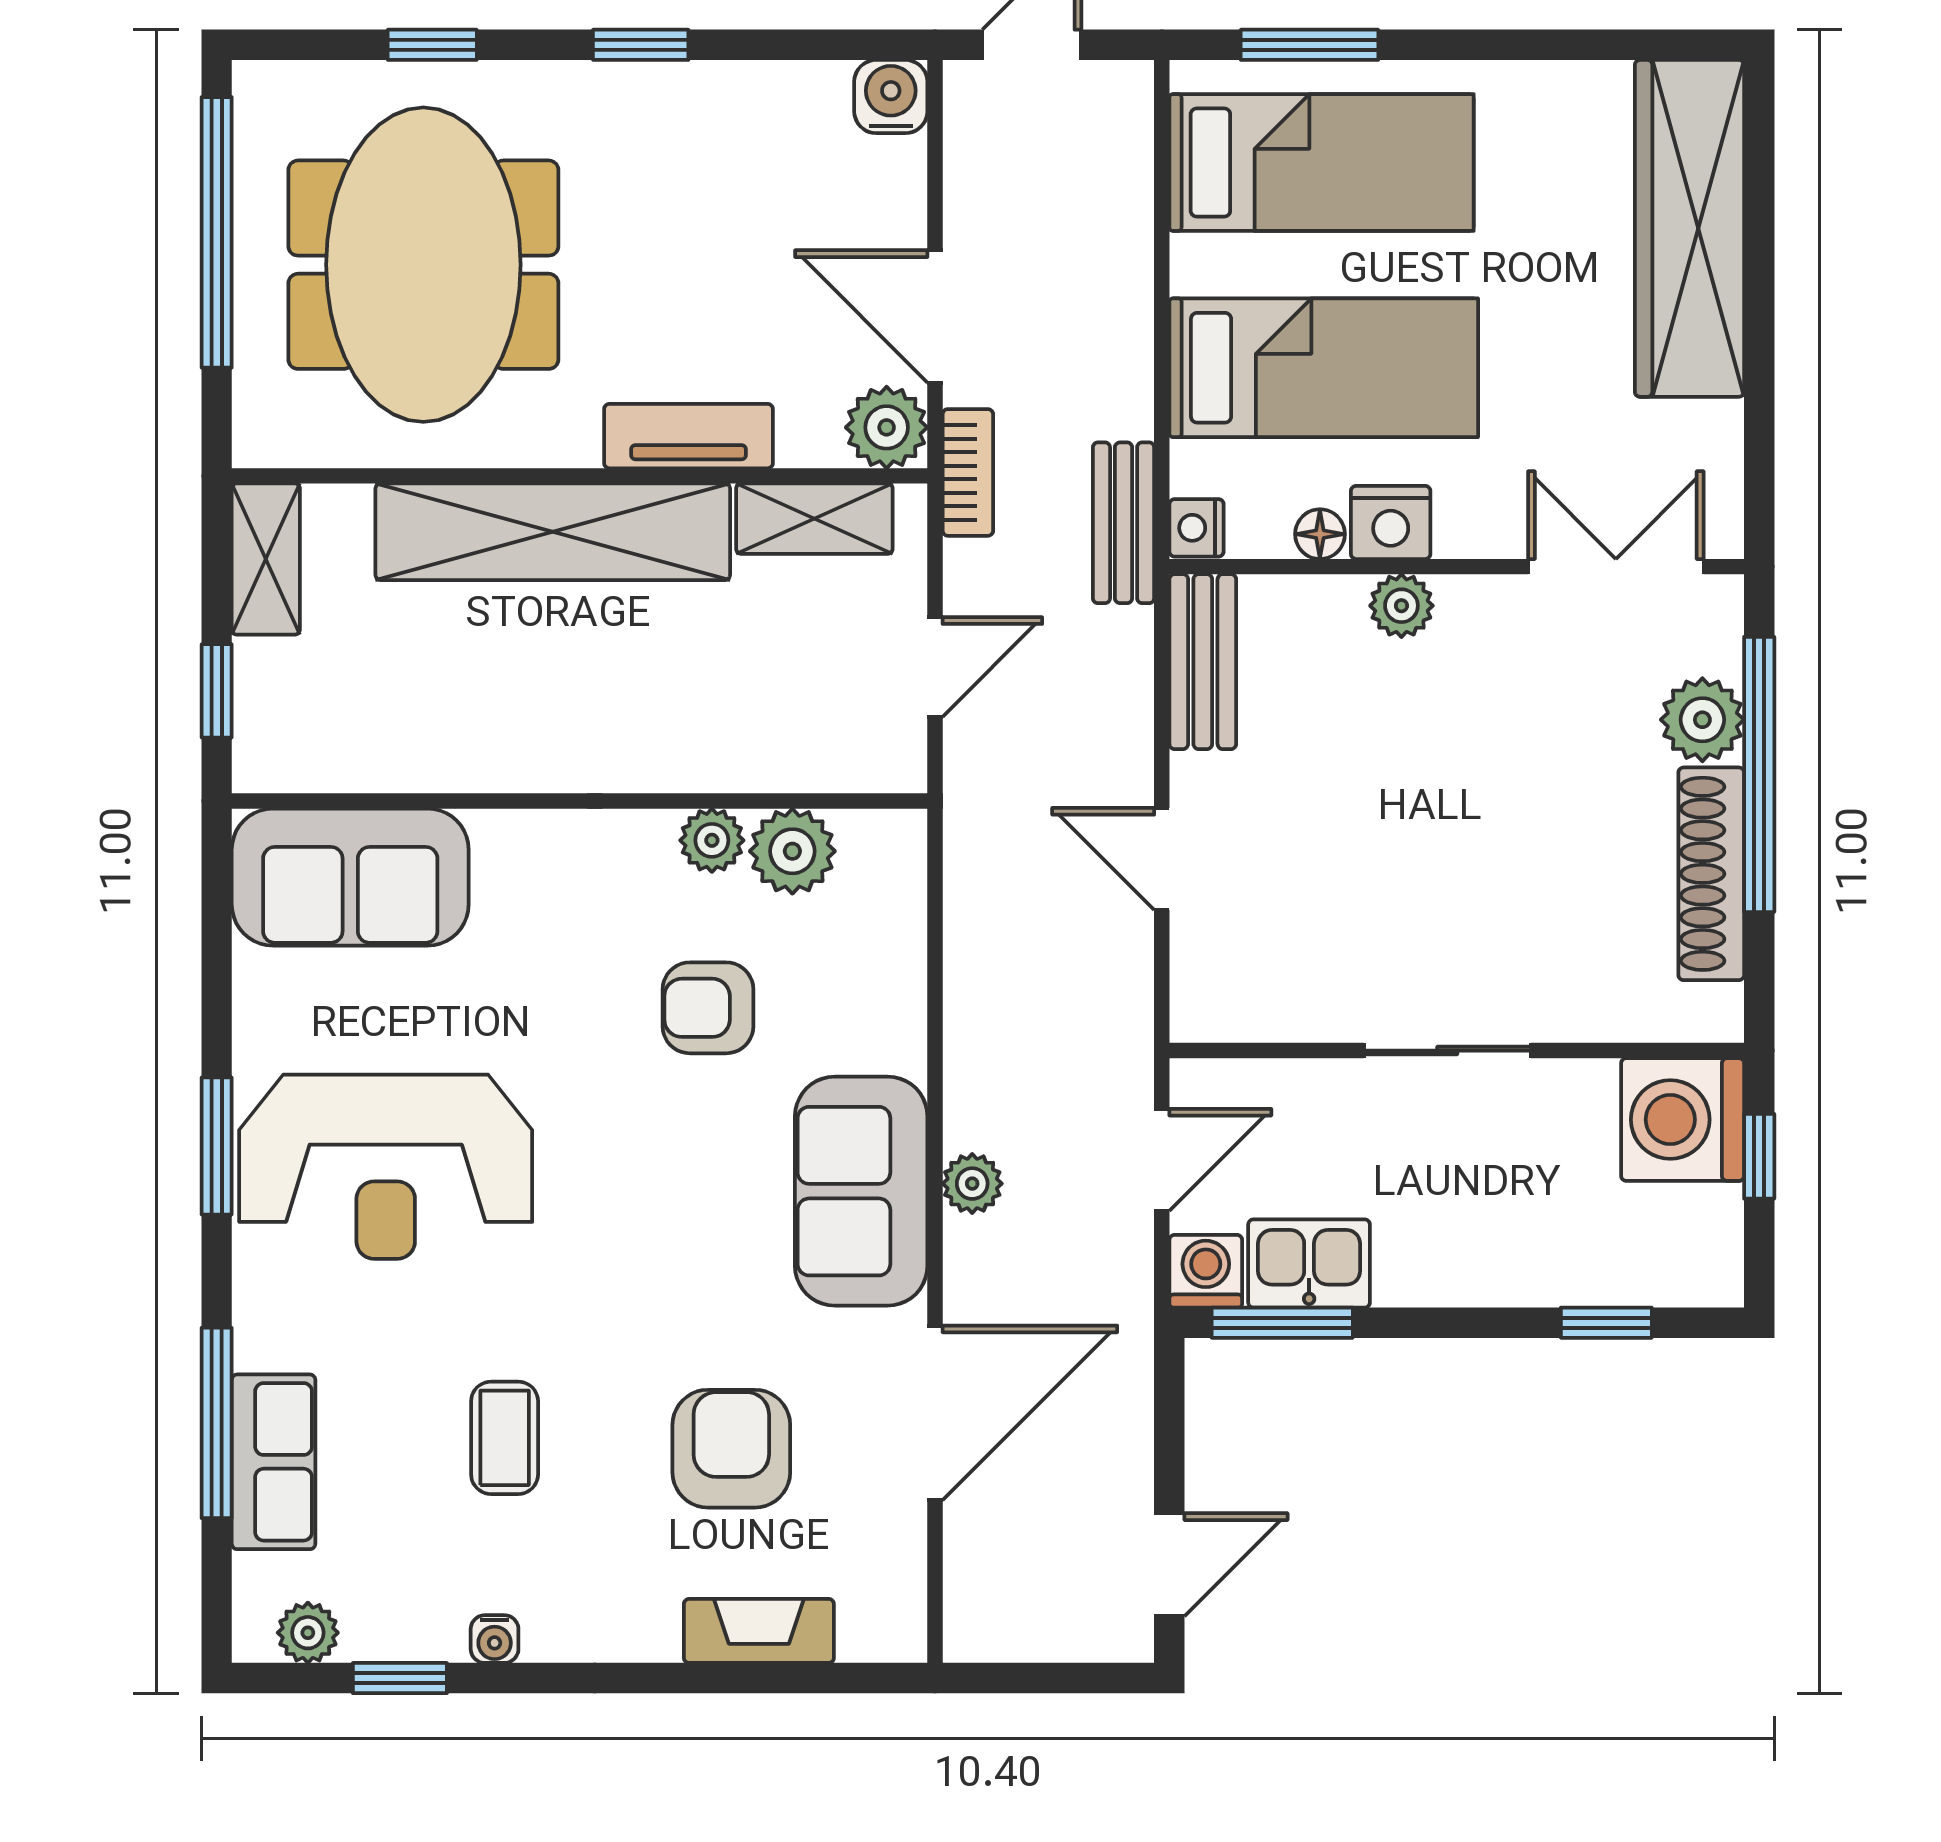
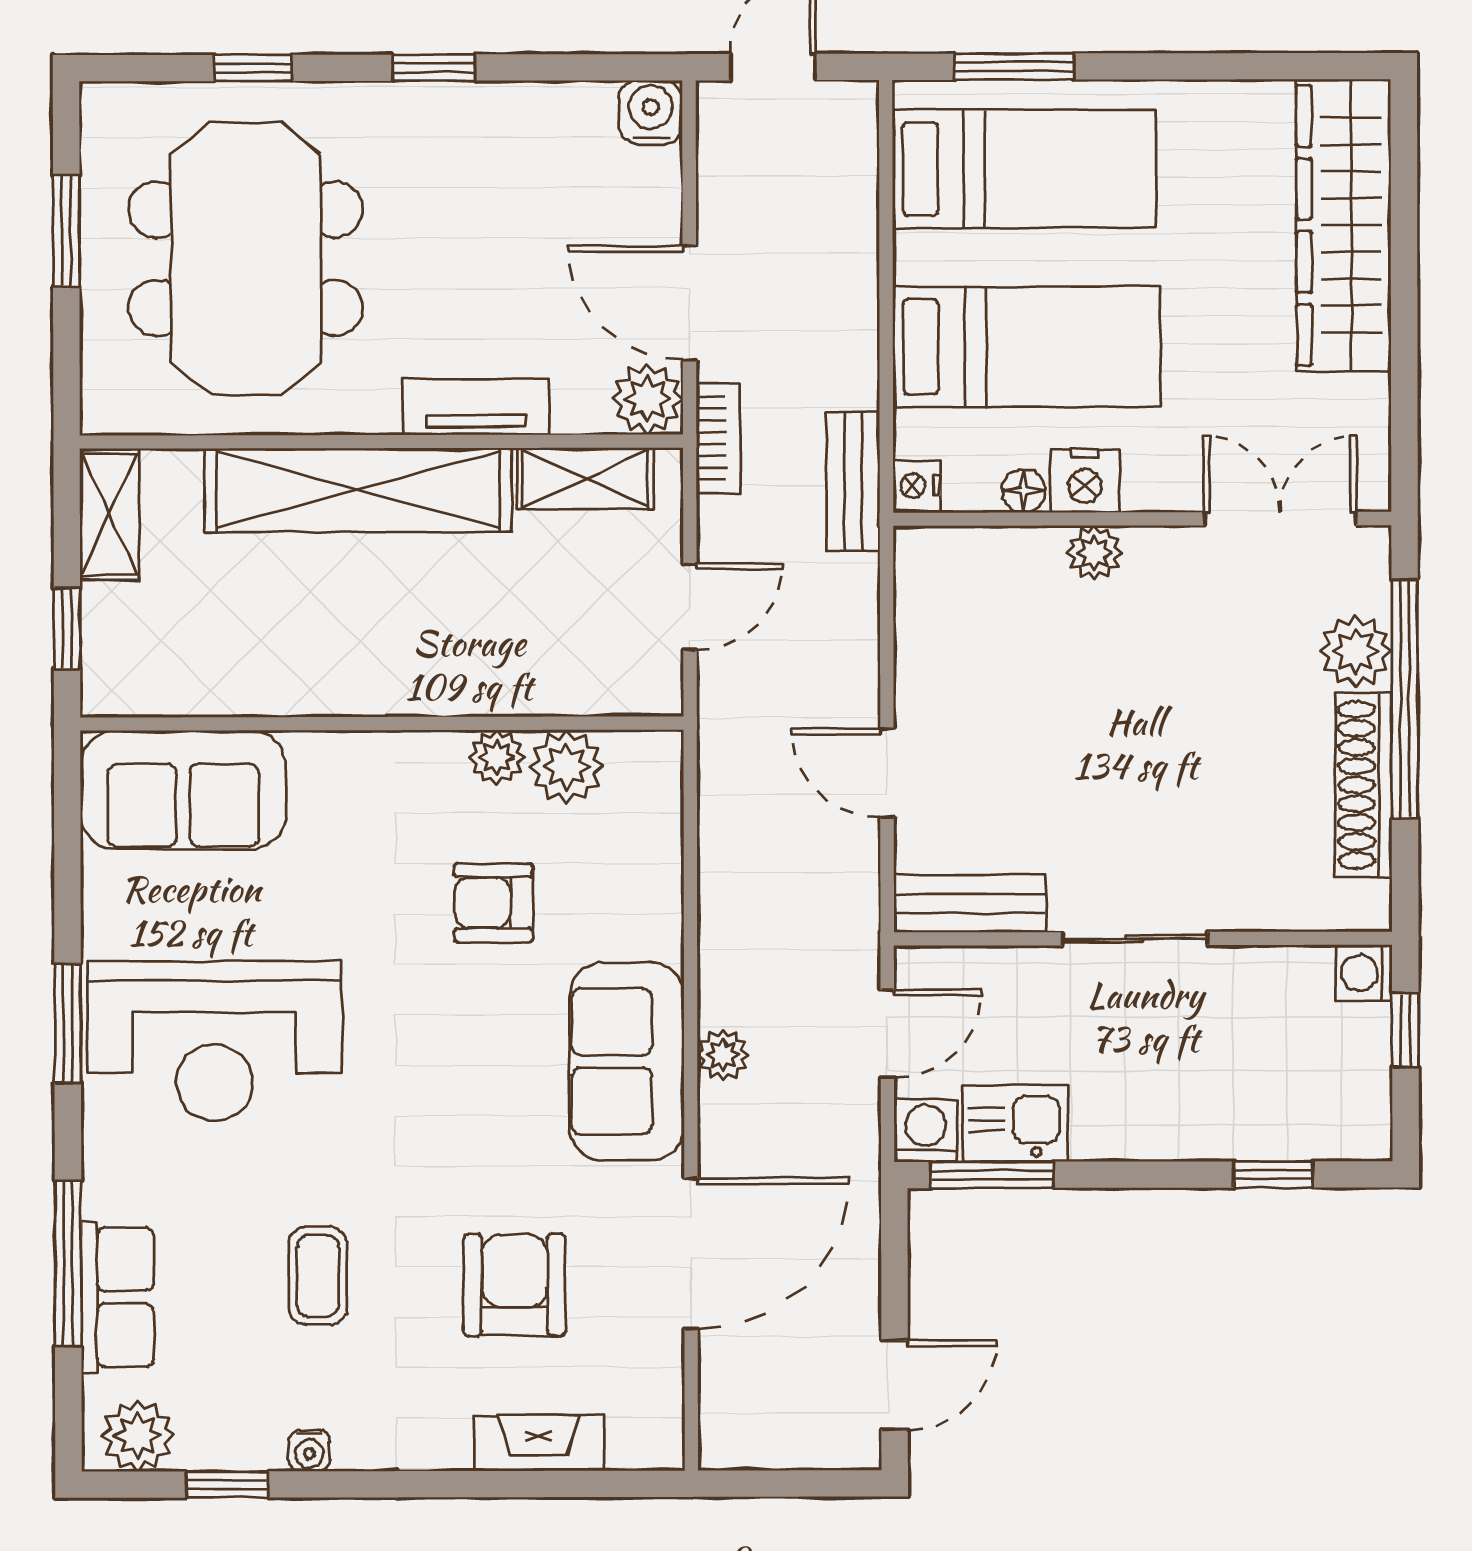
window: (217, 232) -> (66, 231), width x0.47
bench: (1203, 662) -> (970, 903), moved, turned 90
washing machine: (1683, 1120) -> (1364, 973), width x0.53, depth x0.53
plant: (308, 1633) -> (138, 1435), width x1.38, depth x1.38

